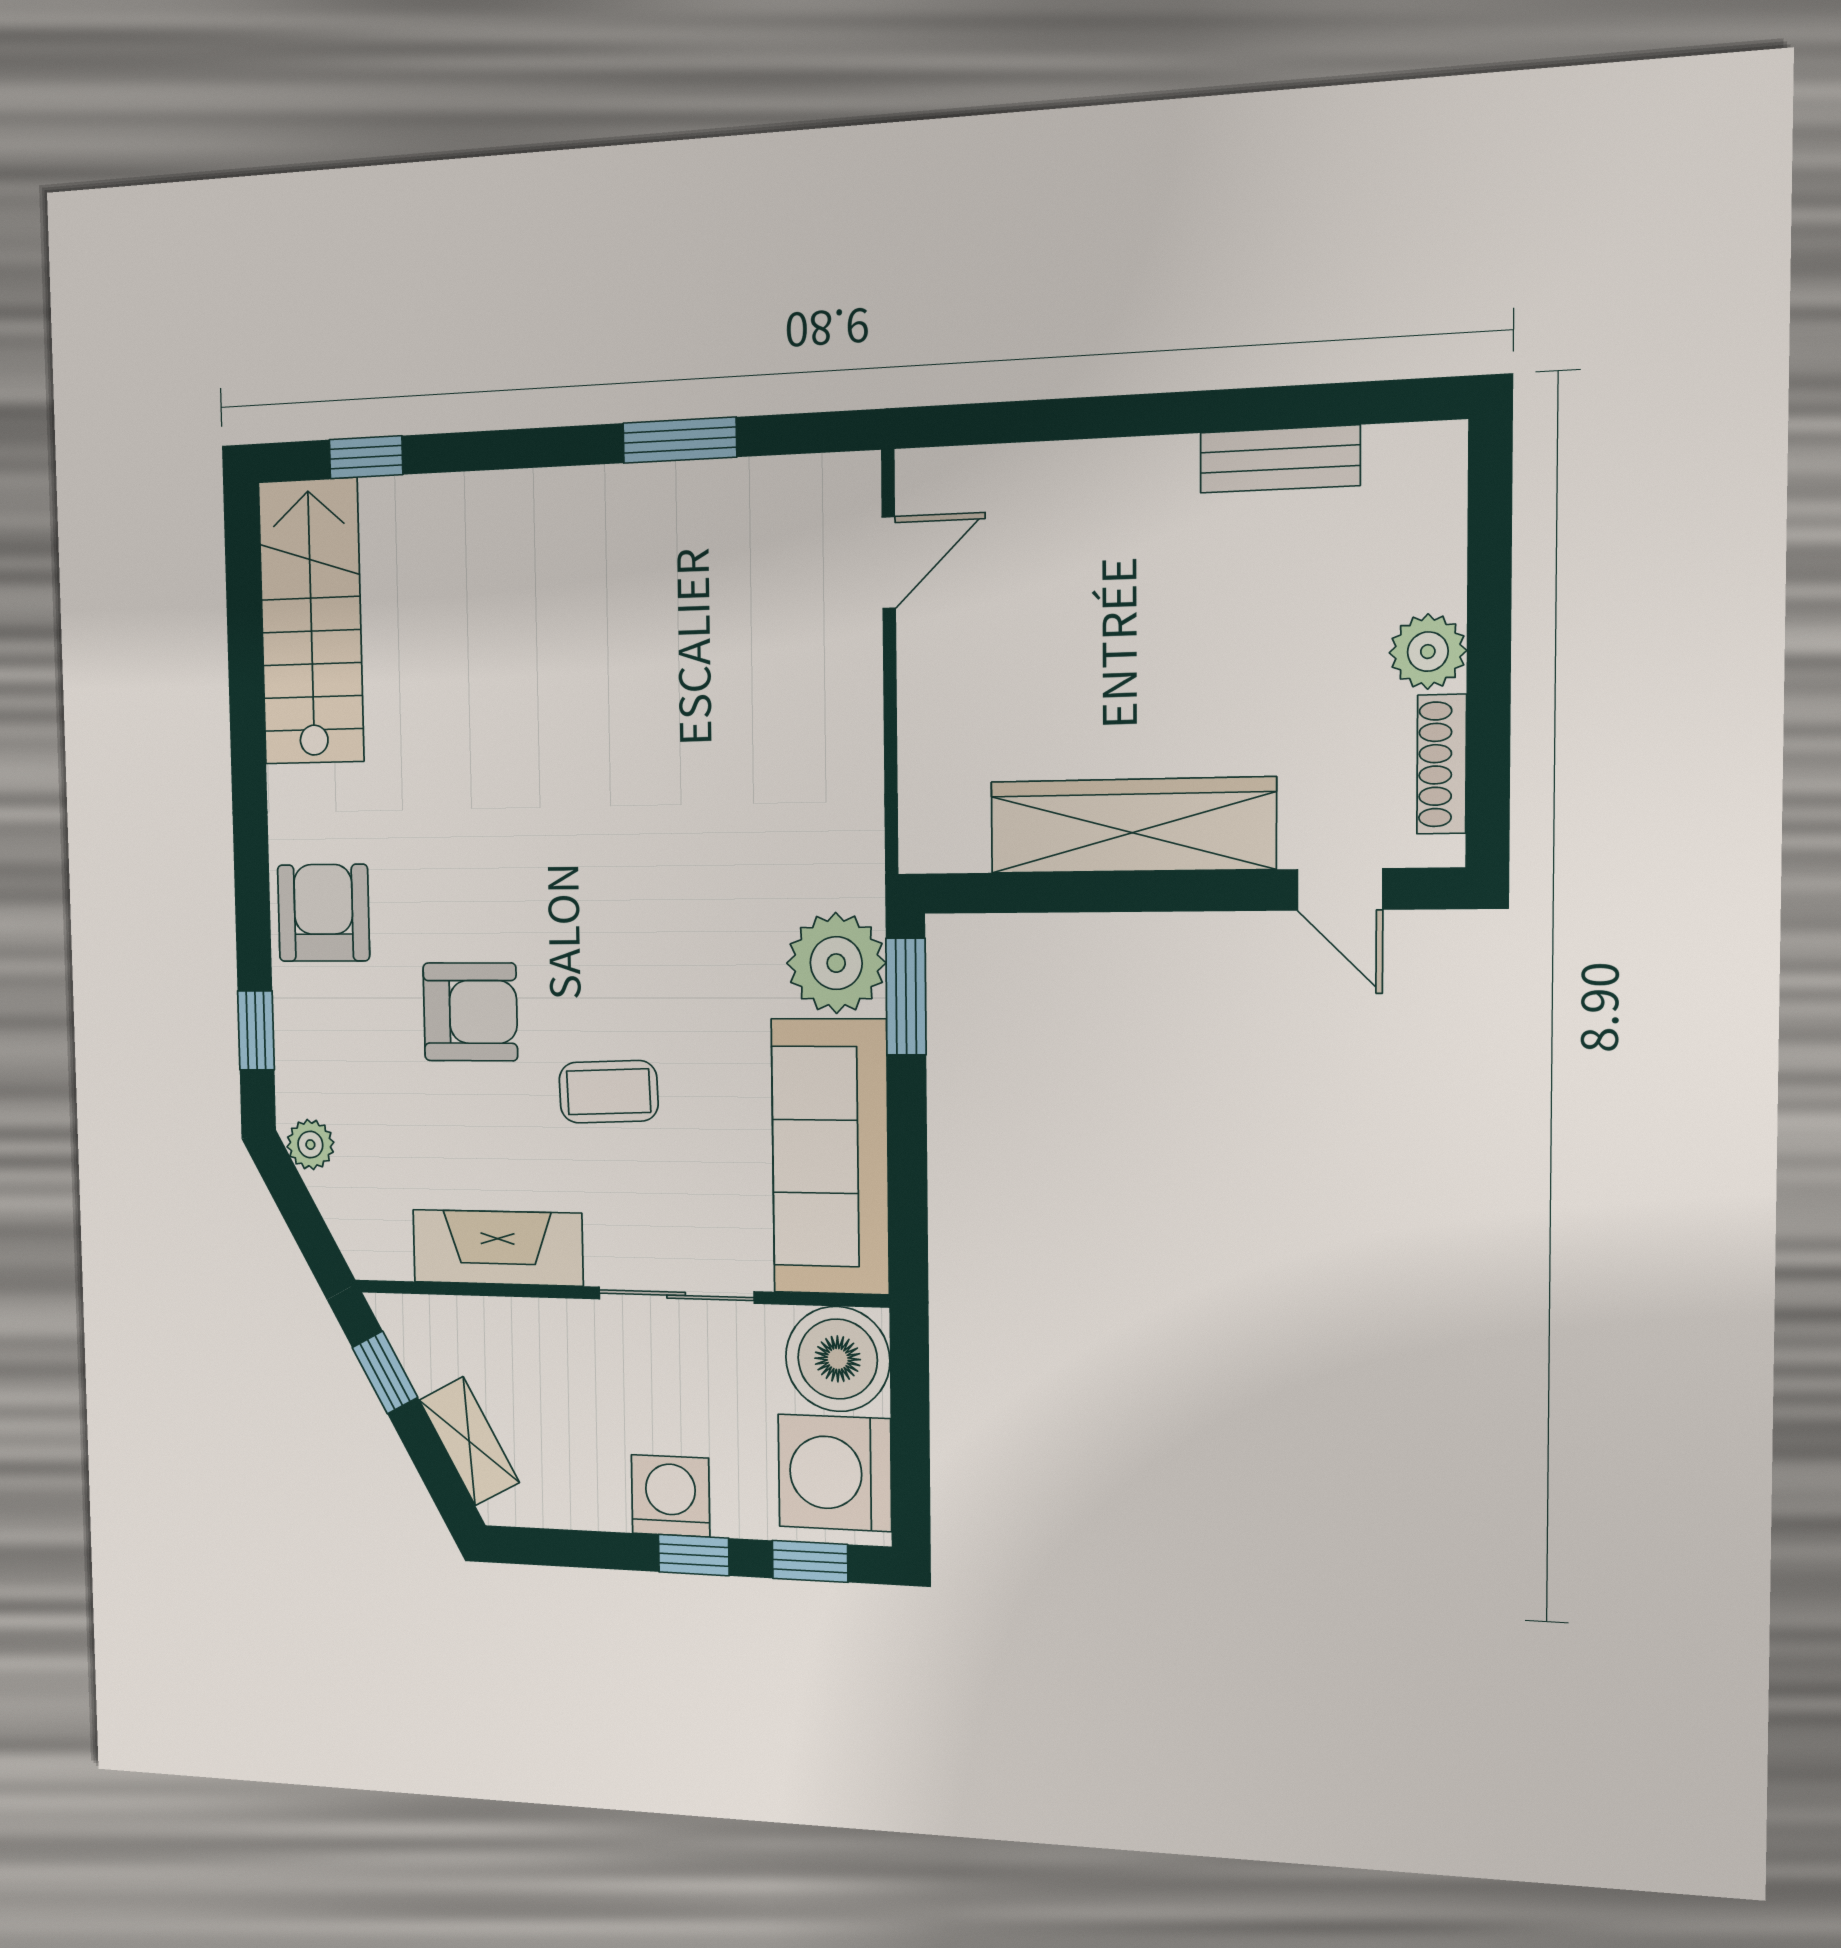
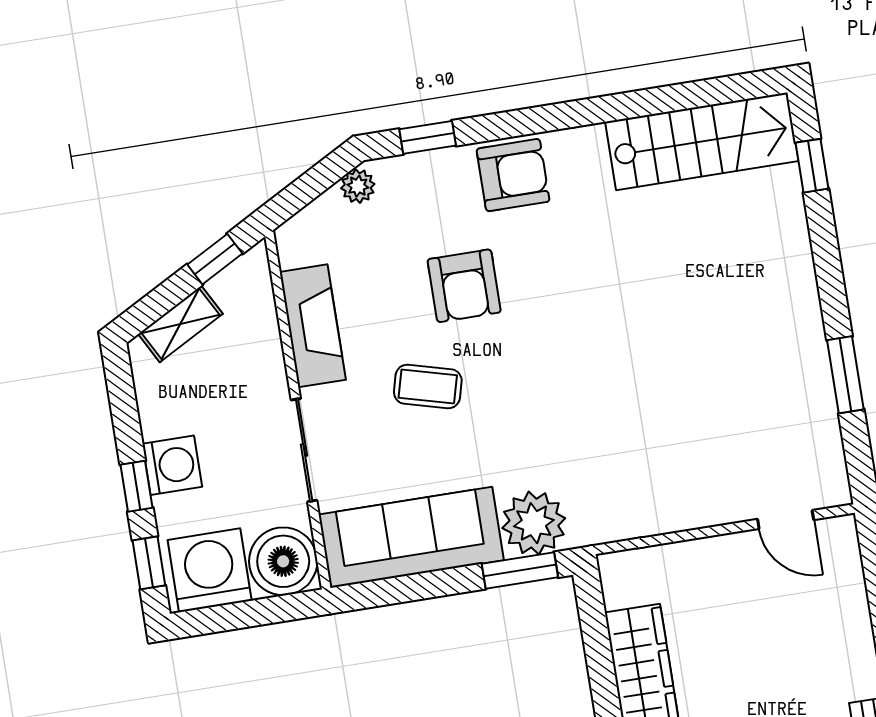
coffee table: (609, 1092) -> (428, 386), turned -73

